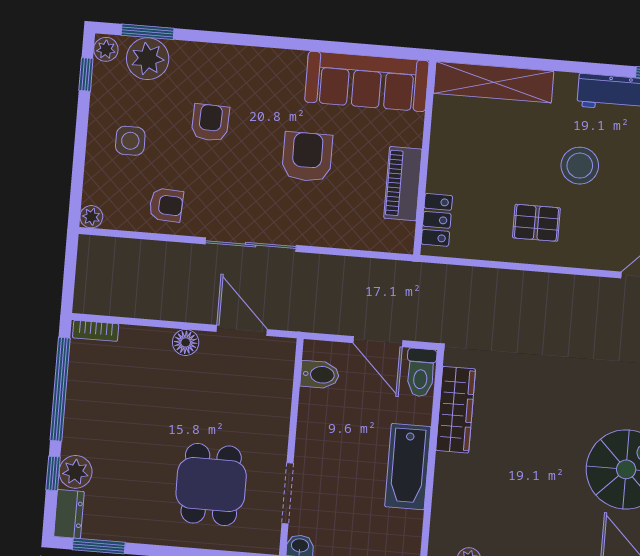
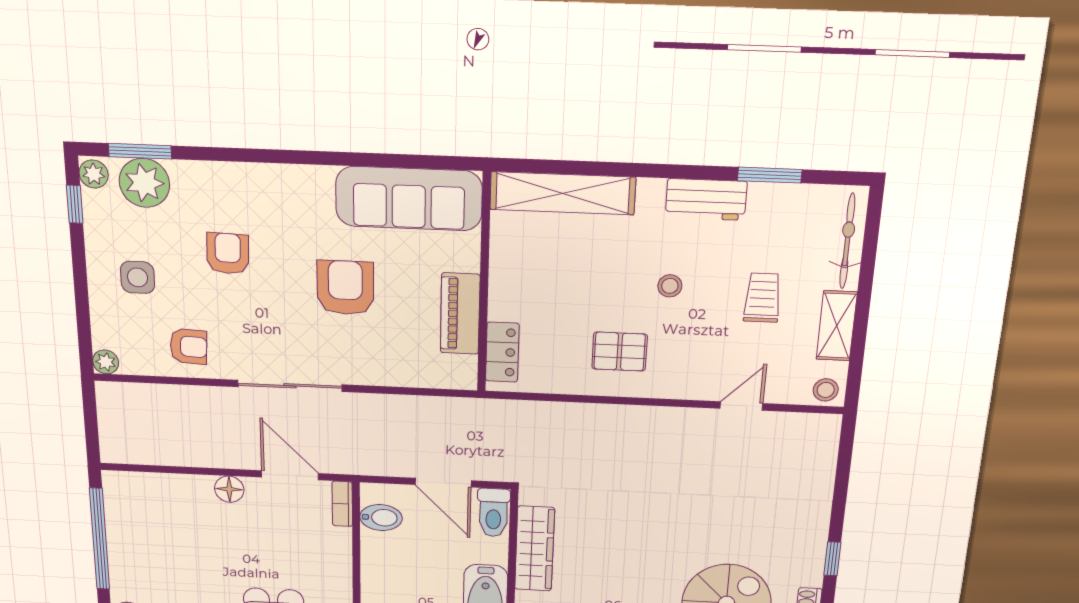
stool: (580, 166) -> (670, 286), width x0.53, depth x0.53
bookcase: (96, 331) -> (342, 504), moved, turned 90

